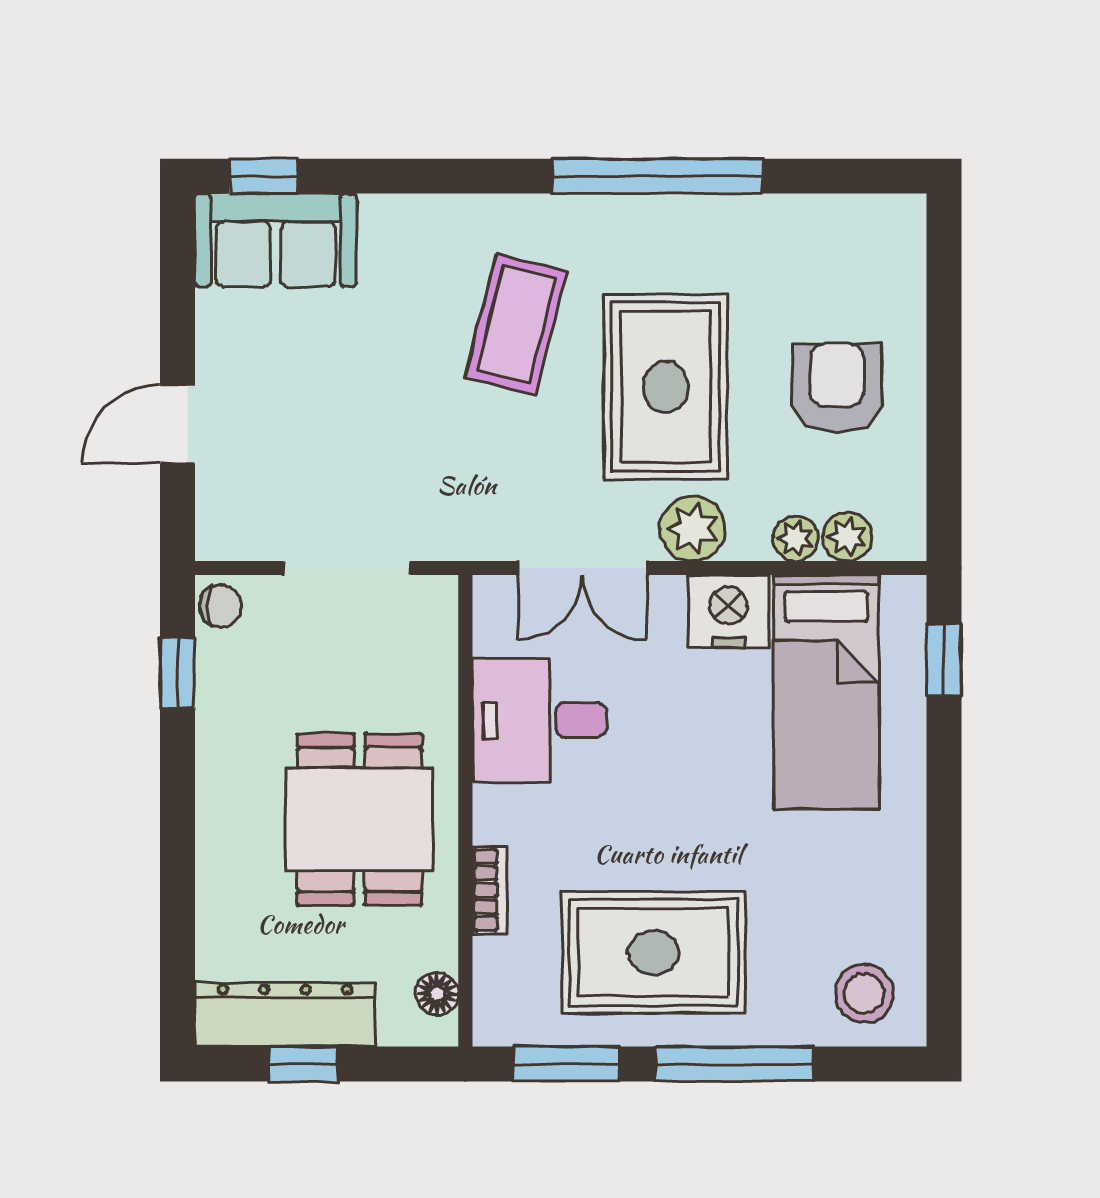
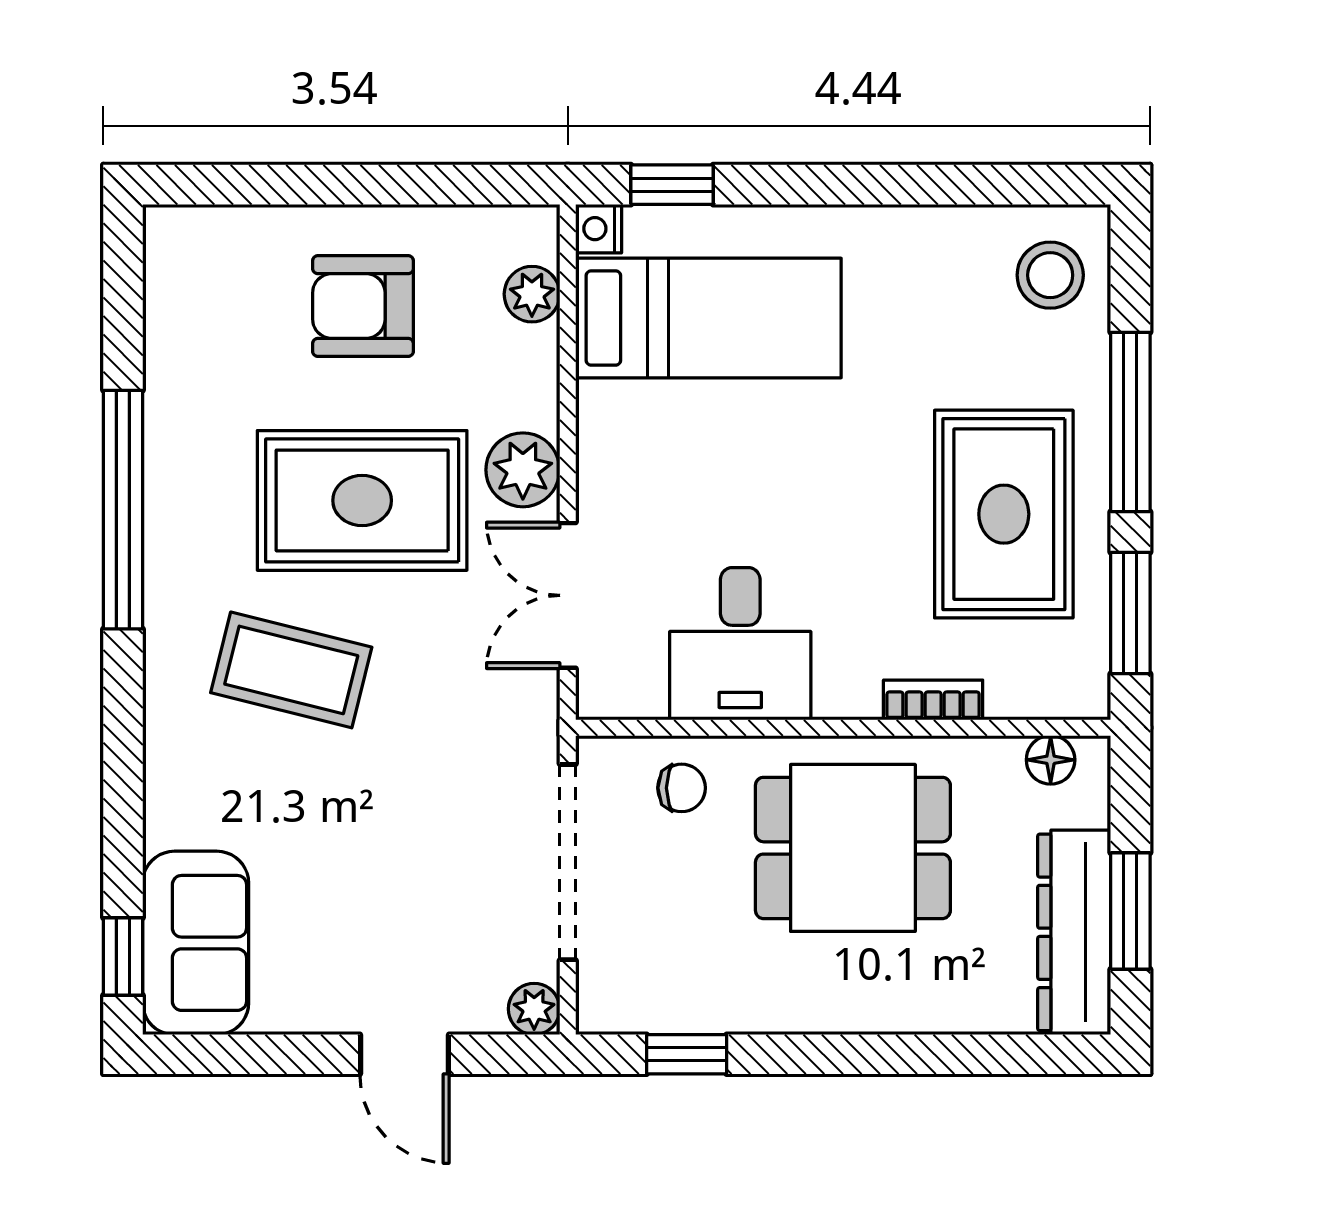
plant: (796, 538) -> (534, 1009), moved
doorway: (347, 568) -> (568, 862), width x1.36
double door: (582, 568) -> (568, 595), swing flipped
chair: (221, 606) -> (682, 788), moved, turned 90
nightstand: (729, 611) -> (599, 229), moved, width x0.53, depth x0.56
window: (304, 1064) -> (1130, 911), width x1.50

